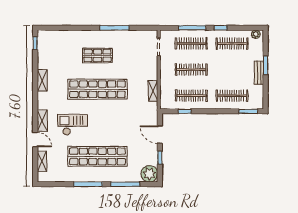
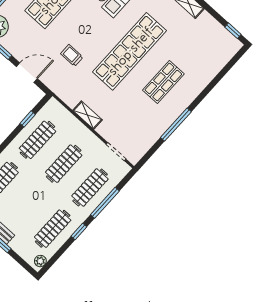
shelving: (153, 91) -> (87, 115), moved
trolley: (128, 119) -> (72, 55), added

